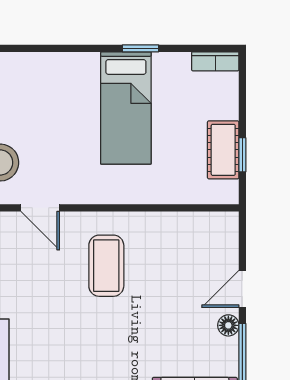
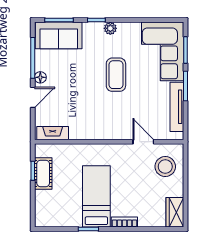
bookcase: (215, 61) -> (124, 222), moved
fireplace: (206, 224) -> (53, 133), added
coffee table: (106, 266) -> (116, 75), moved

